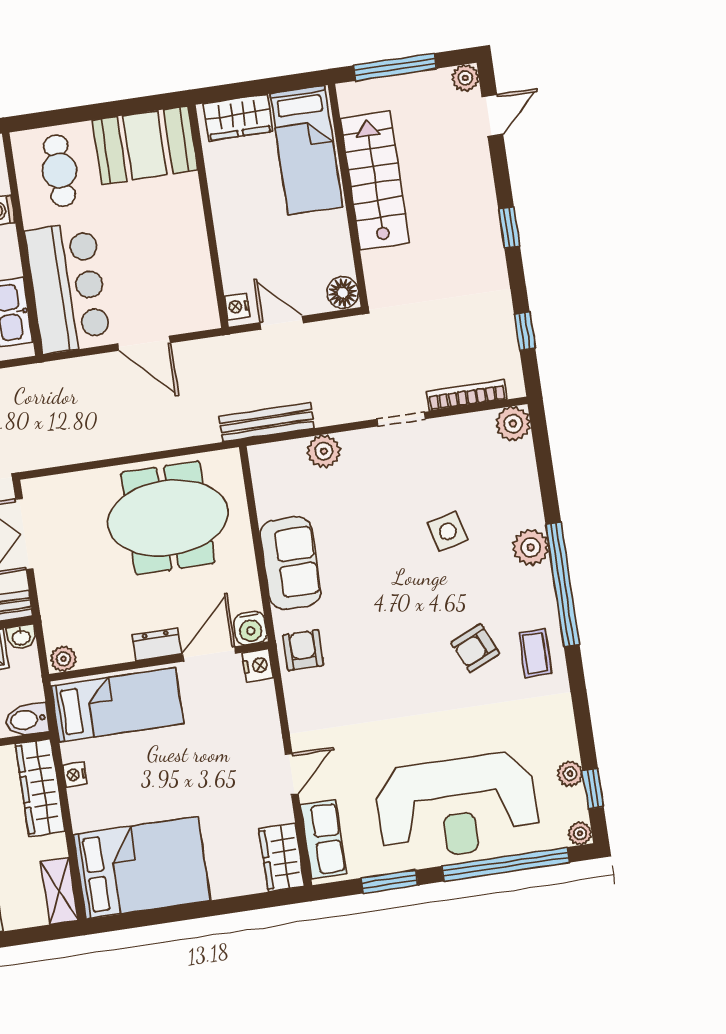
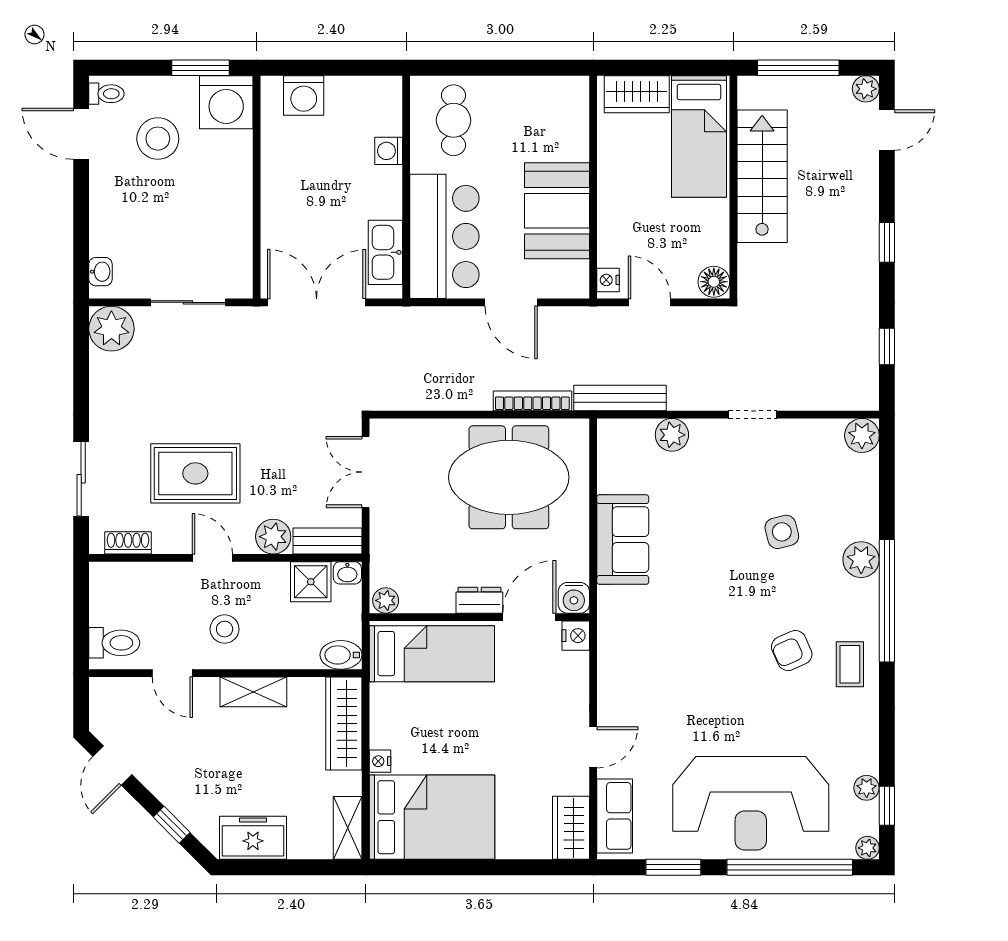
booth: (145, 145) -> (557, 211), moved, turned 90
bookcase: (467, 395) -> (532, 401), moved
armchair: (303, 650) -> (622, 627), removed
nightstand: (75, 775) -> (380, 761), moved

